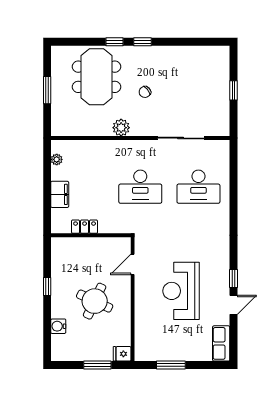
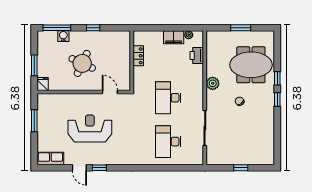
printer: (84, 149) -> (197, 56), added
filing cabinet: (60, 194) -> (174, 37), moved
window: (47, 335) -> (57, 28), added

